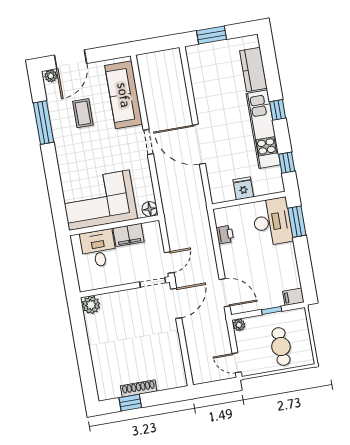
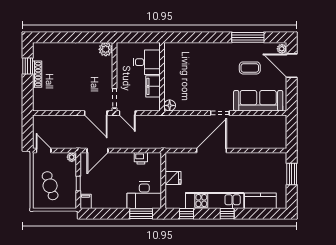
corner sofa: (99, 200) -> (183, 69), removed
cafe table: (281, 347) -> (50, 186), turned 74
door: (237, 363) -> (44, 151), hinge flipped

